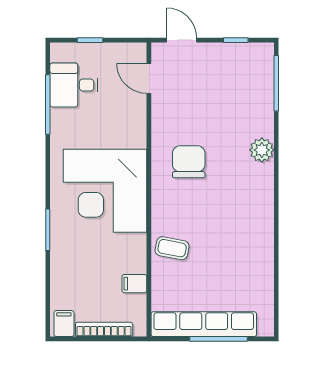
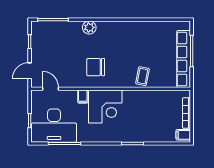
door: (149, 78) -> (50, 89), swing flipped
desk: (74, 85) -> (54, 126), width x1.87, depth x1.30
corner desk: (105, 191) -> (105, 107), width x0.74, depth x0.74
filing cabinet: (134, 284) -> (83, 97), moved

